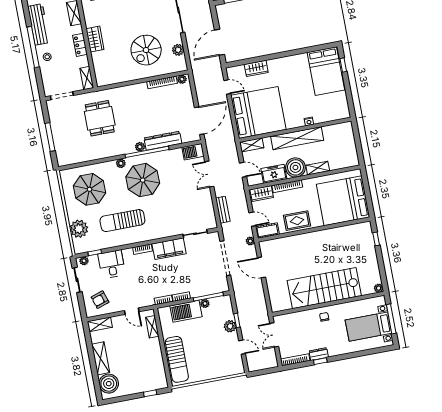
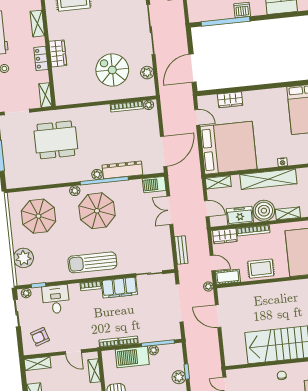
spiral stairs: (146, 50) -> (112, 70), turned 90
dining table: (100, 118) -> (56, 140), width x1.38
sun lounger: (122, 221) -> (92, 262), moved

